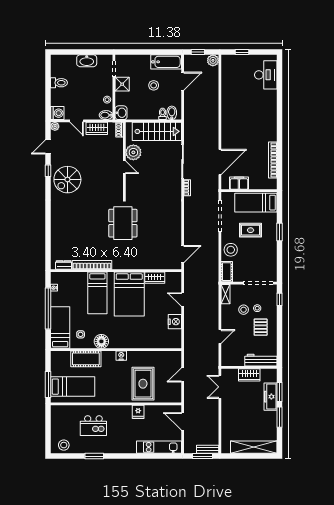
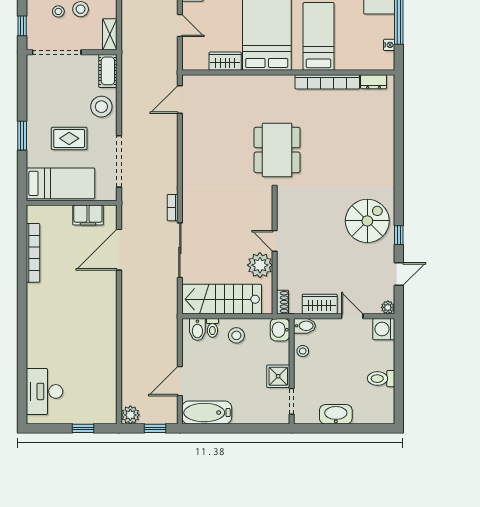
stool: (154, 85) -> (236, 335), moved

